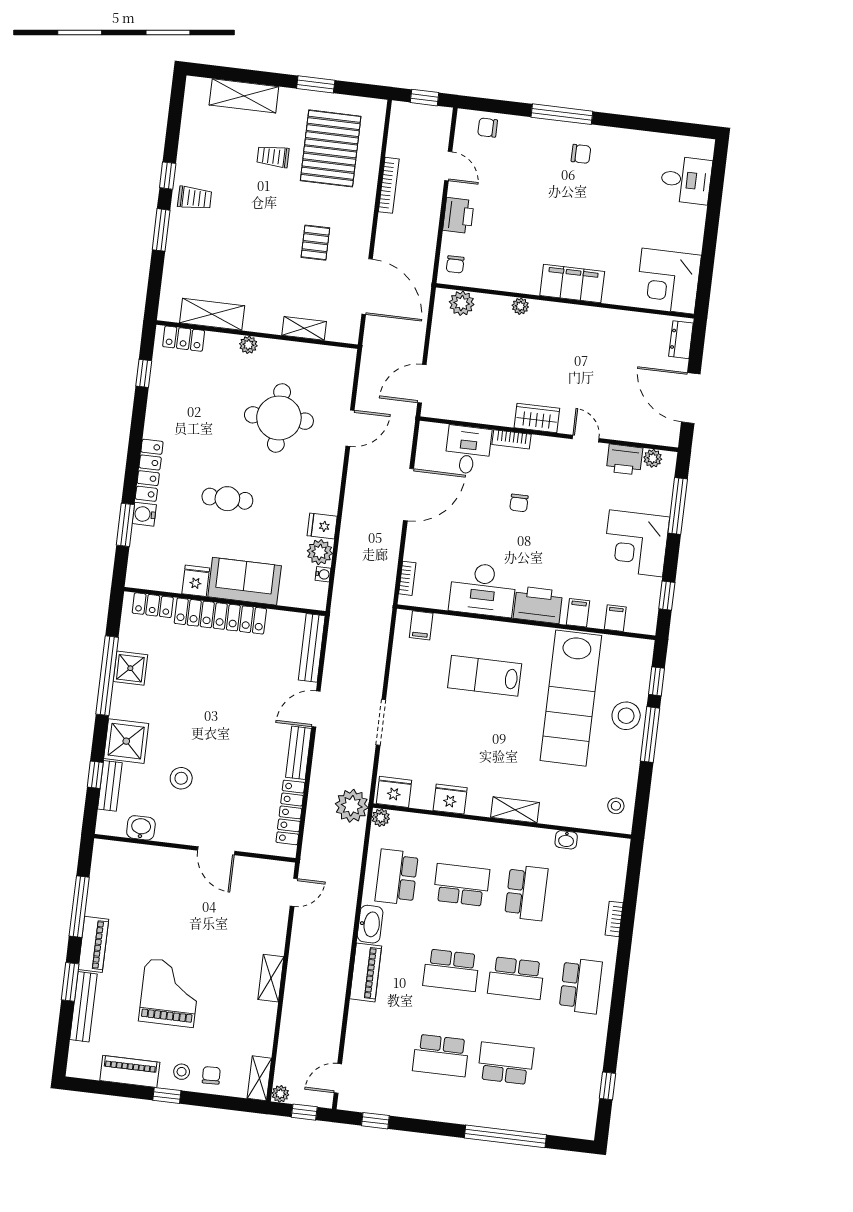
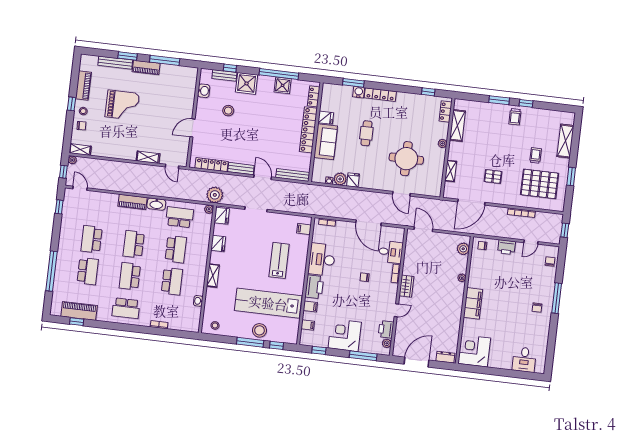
school desk: (526, 893) -> (172, 281), turned -90
shelving: (271, 978) -> (148, 157), moved
piano: (586, 1081) -> (79, 311), added

